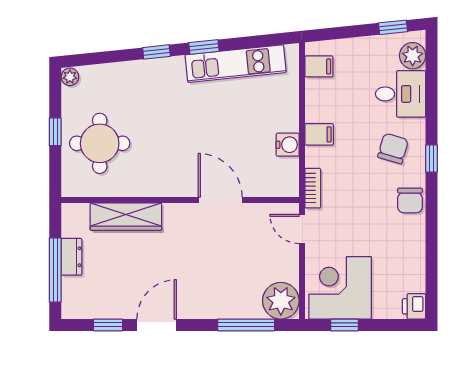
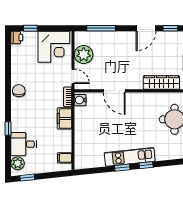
kitchen unit: (236, 64) -> (130, 157), moved
filing cabinet: (319, 134) -> (64, 118), width x2.00
water cooler: (288, 145) -> (80, 100), moved
chair: (393, 148) -> (27, 117), removed
window: (432, 159) -> (8, 128), moved
plant: (281, 301) -> (84, 55), moved
window: (345, 325) -> (30, 28), moved

